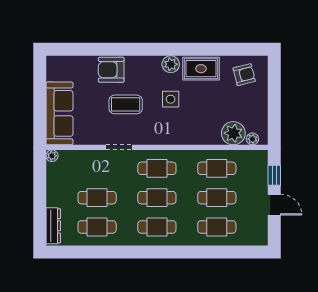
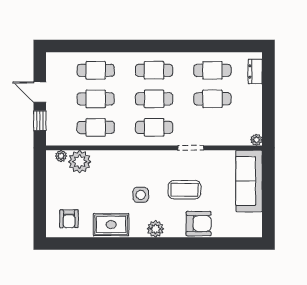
plant: (171, 64) -> (155, 229), moved
armchair: (244, 75) -> (69, 219), turned -76
dresser: (53, 226) -> (255, 71), width x0.70

